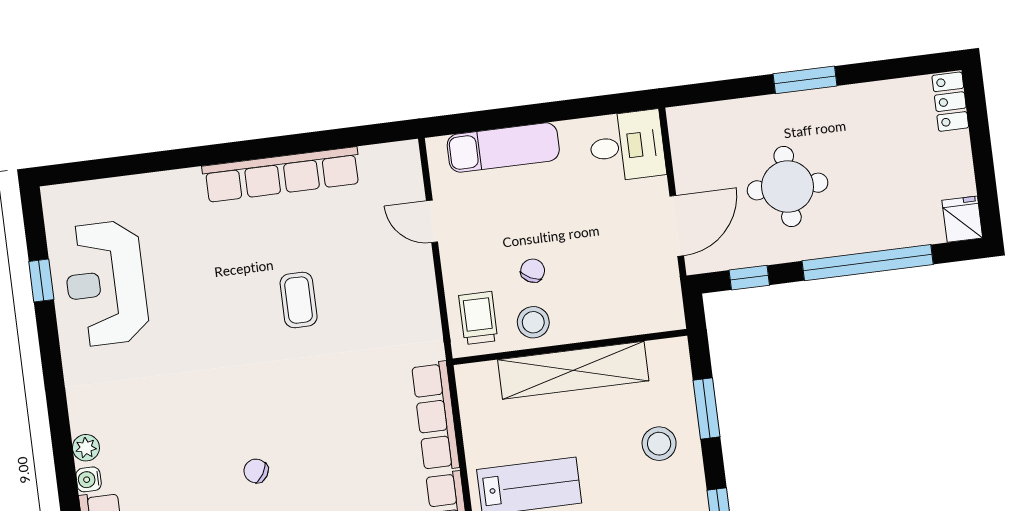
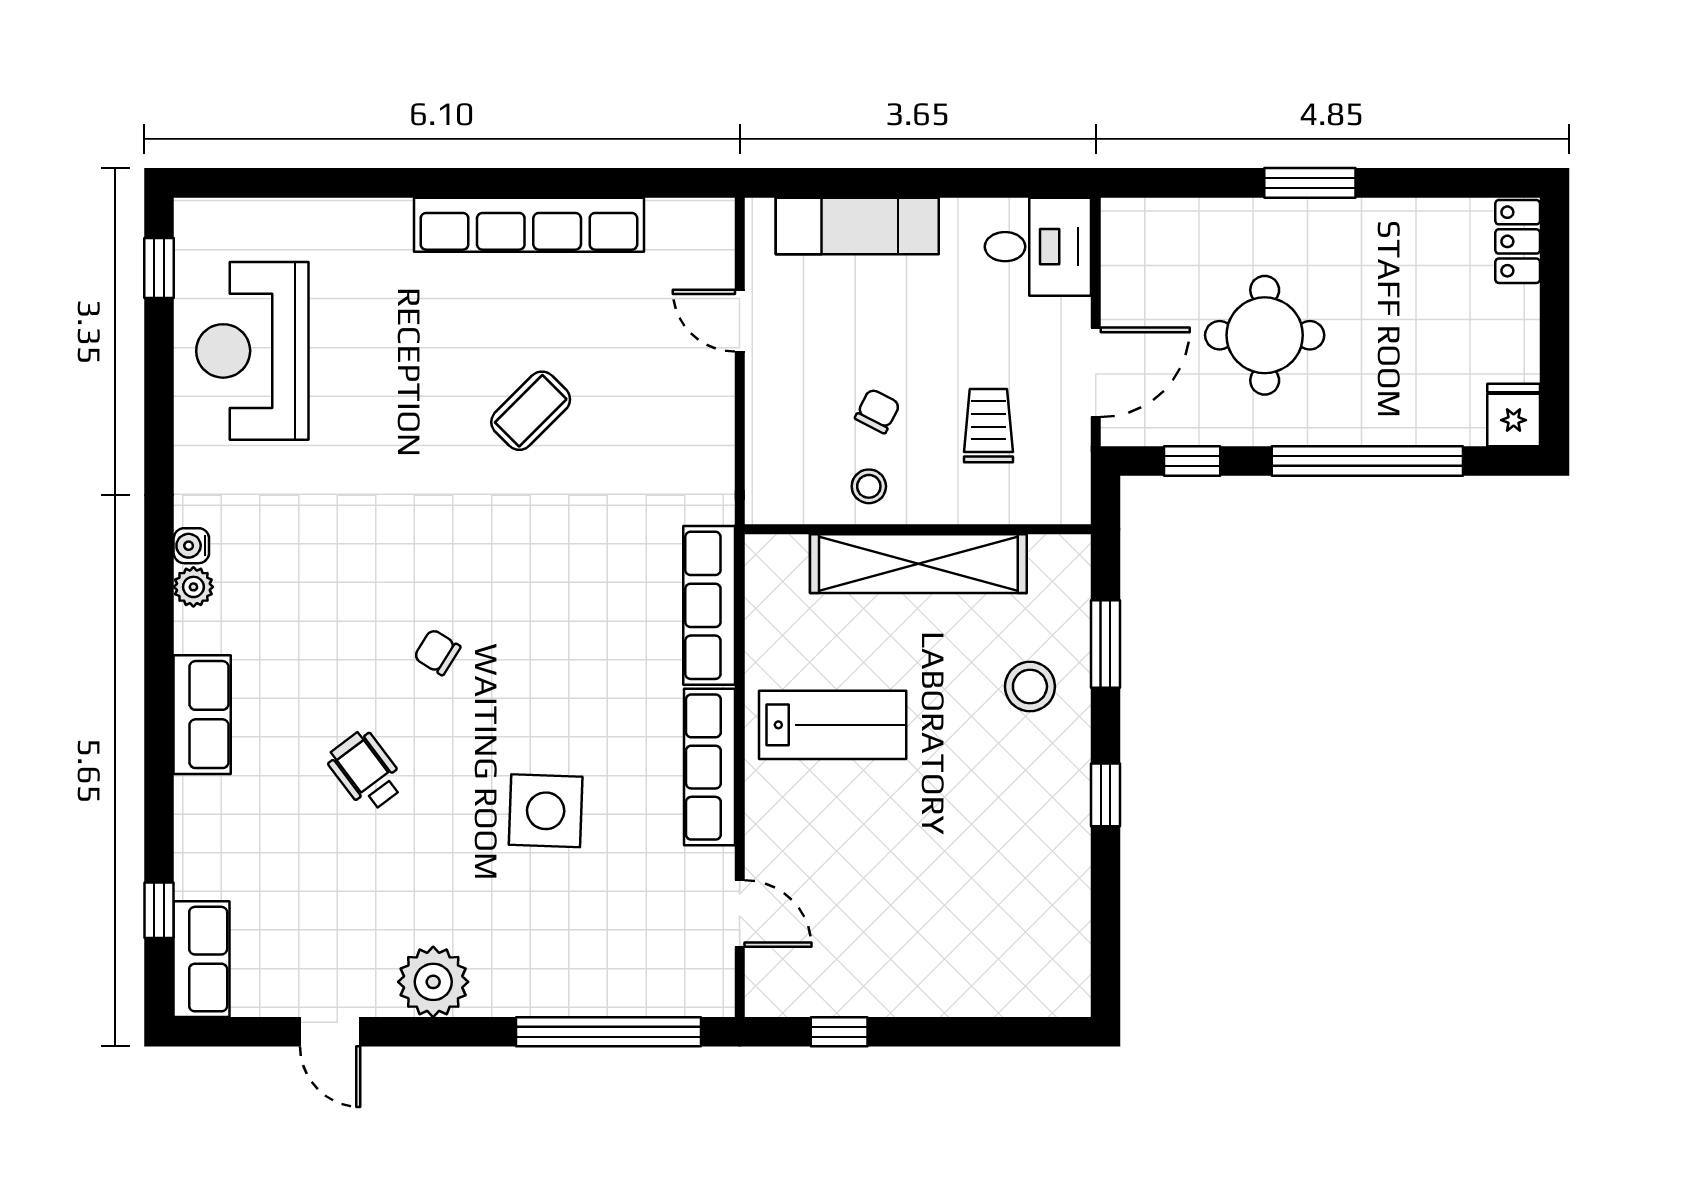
window: (41, 281) -> (159, 268), moved
coffee table: (299, 300) -> (531, 411), turned 45
trolley: (478, 318) -> (988, 426), moved
stool: (533, 322) -> (869, 486), width x0.73, depth x0.73
water cooler: (89, 479) -> (191, 546), moved

